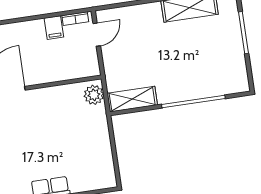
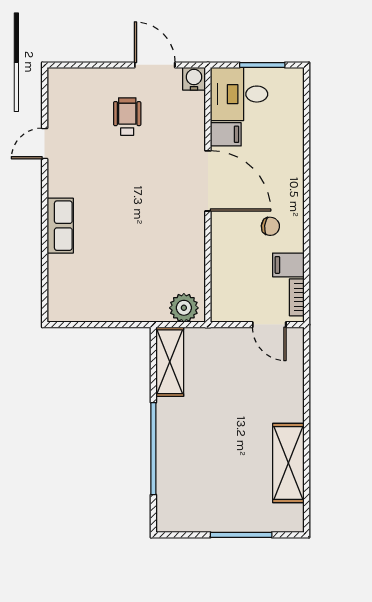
chair: (29, 44) -> (270, 226), added

